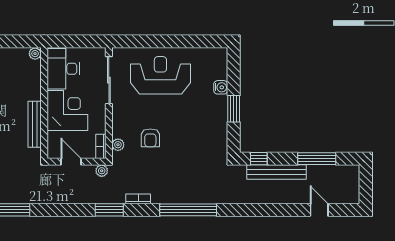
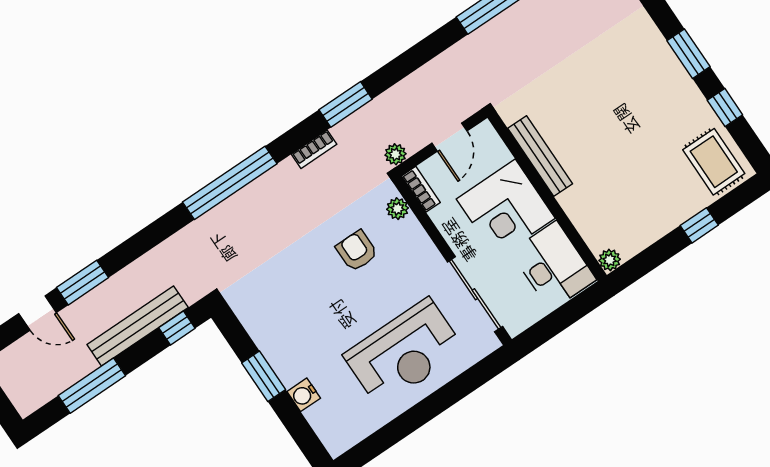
door: (71, 162) -> (450, 137), hinge flipped
window: (288, 210) -> (83, 283), added

